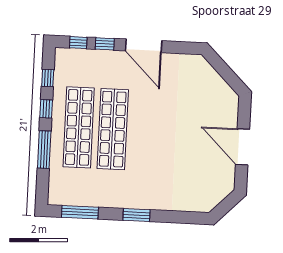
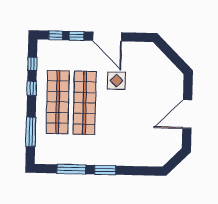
display table: (154, 102) -> (117, 81), added
door: (243, 147) -> (187, 114), hinge flipped
window: (44, 150) -> (31, 132), moved
window: (80, 212) -> (71, 169), moved

